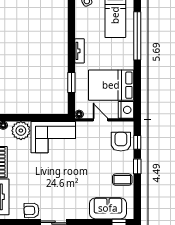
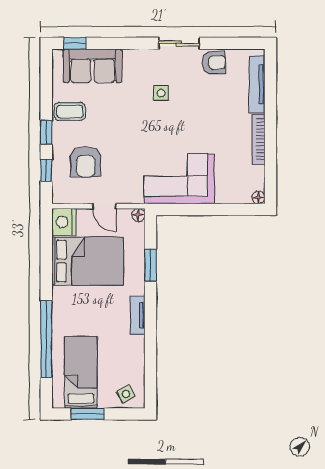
plant: (21, 131) -> (231, 189), removed
armchair: (121, 142) -> (86, 162), moved
side table: (65, 191) -> (161, 93), added

